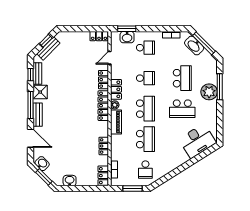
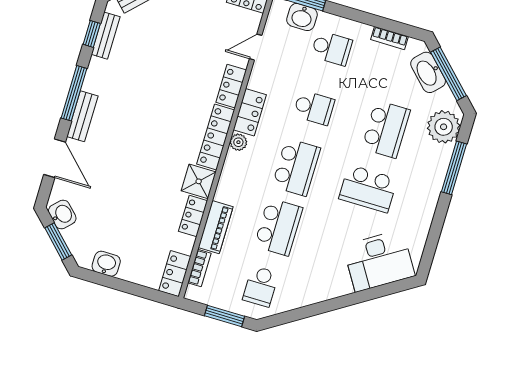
shower: (40, 92) -> (199, 181), moved
plant: (209, 92) -> (444, 127), moved
piano: (116, 122) -> (216, 227), moved

